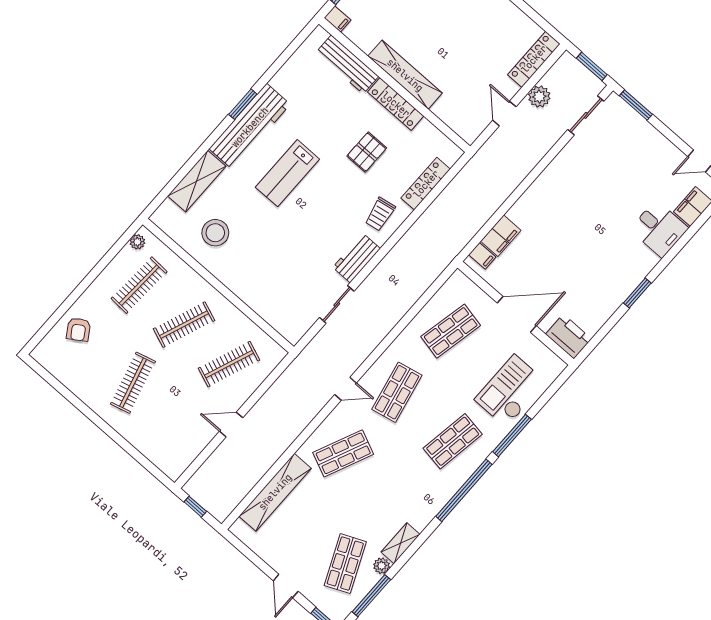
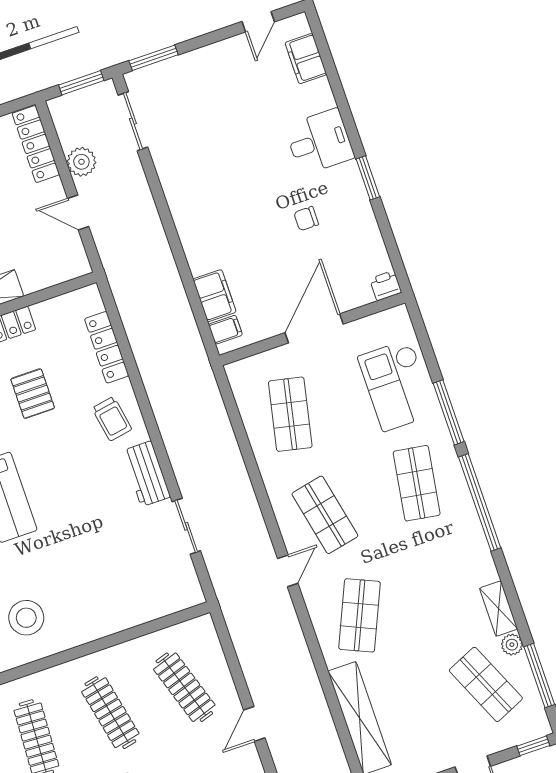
desk: (659, 229) -> (319, 142), moved
chair: (587, 267) -> (306, 219), added
clothes rail: (184, 325) -> (110, 713), turned -33
printer: (569, 337) -> (386, 286), width x0.53, depth x0.68
clothes rail: (229, 364) -> (184, 687), turned -39

